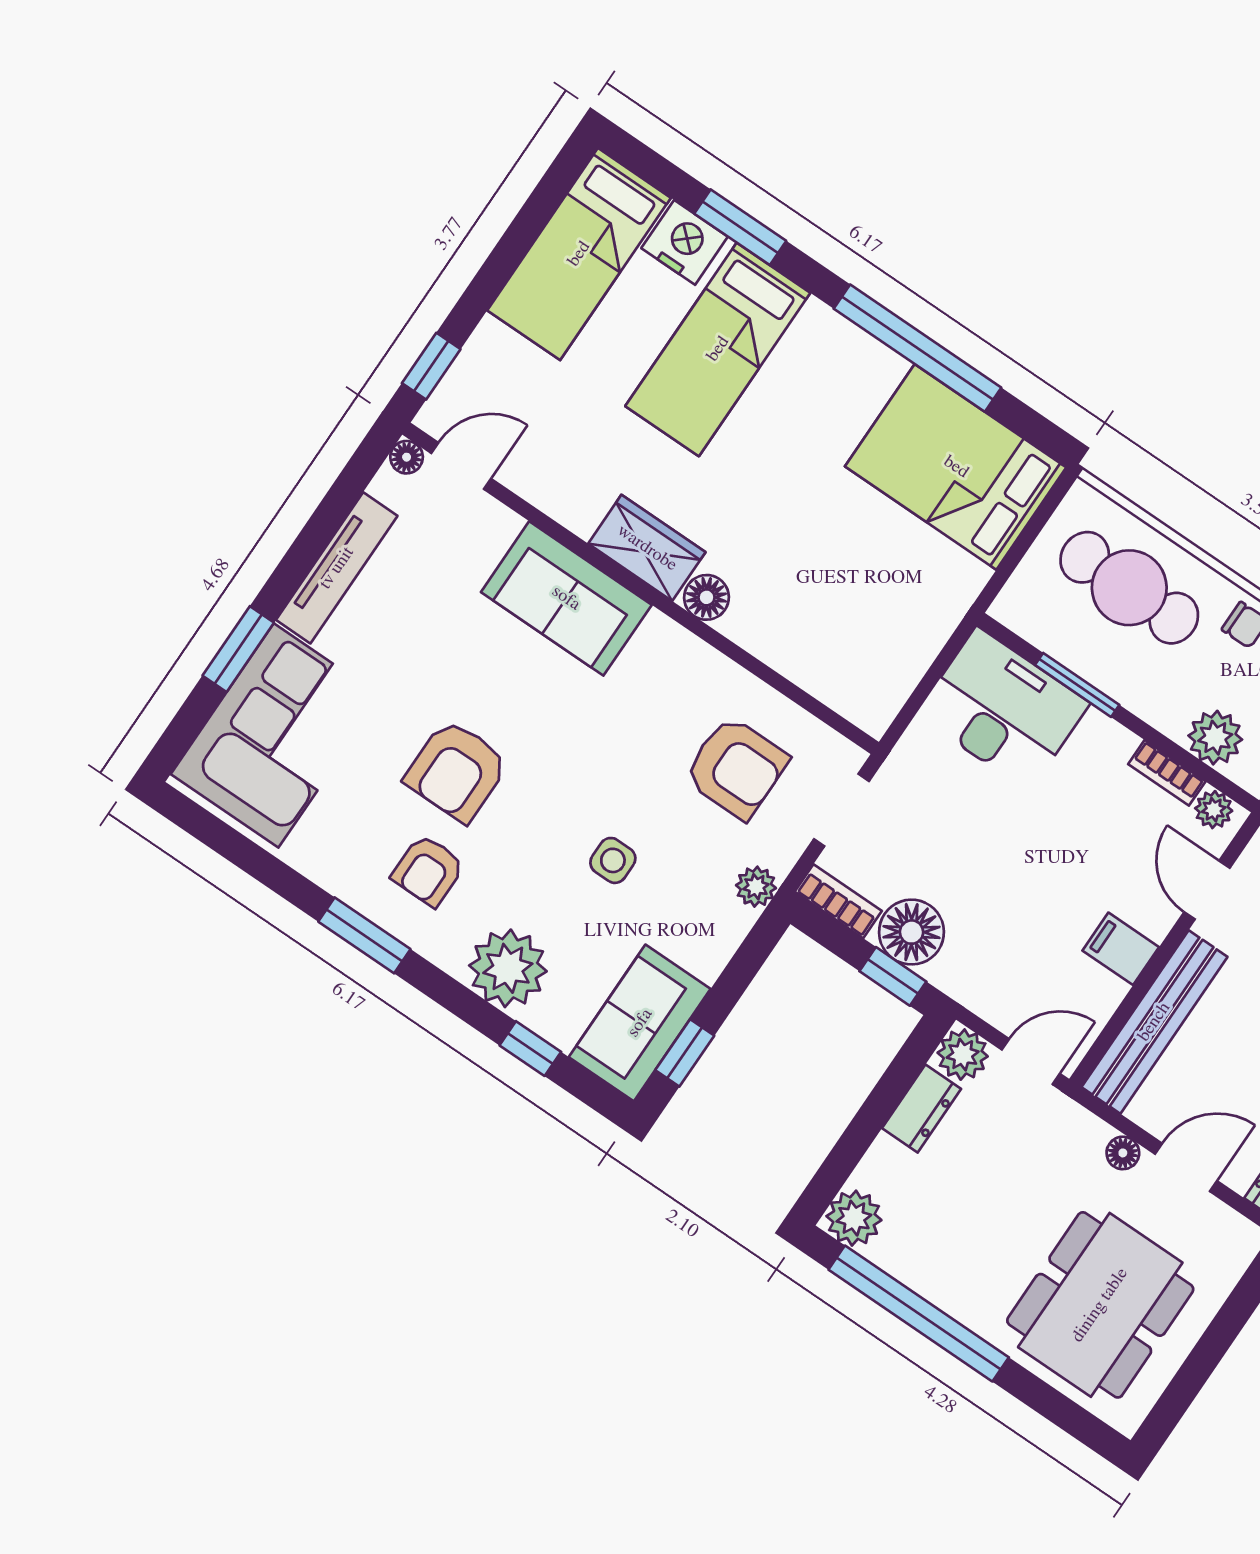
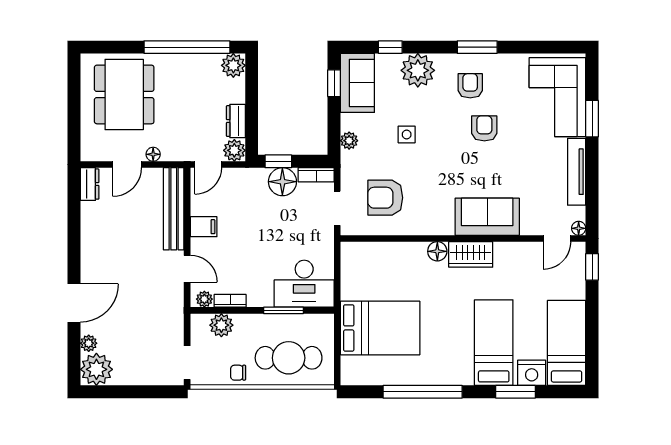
bed: (956, 467) -> (380, 328), moved
armchair: (457, 771) -> (484, 128), width x0.72, depth x0.72
plant: (756, 887) -> (349, 141), moved

